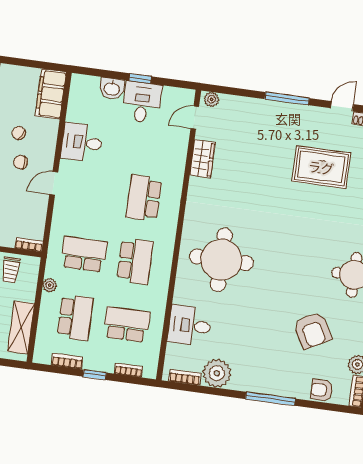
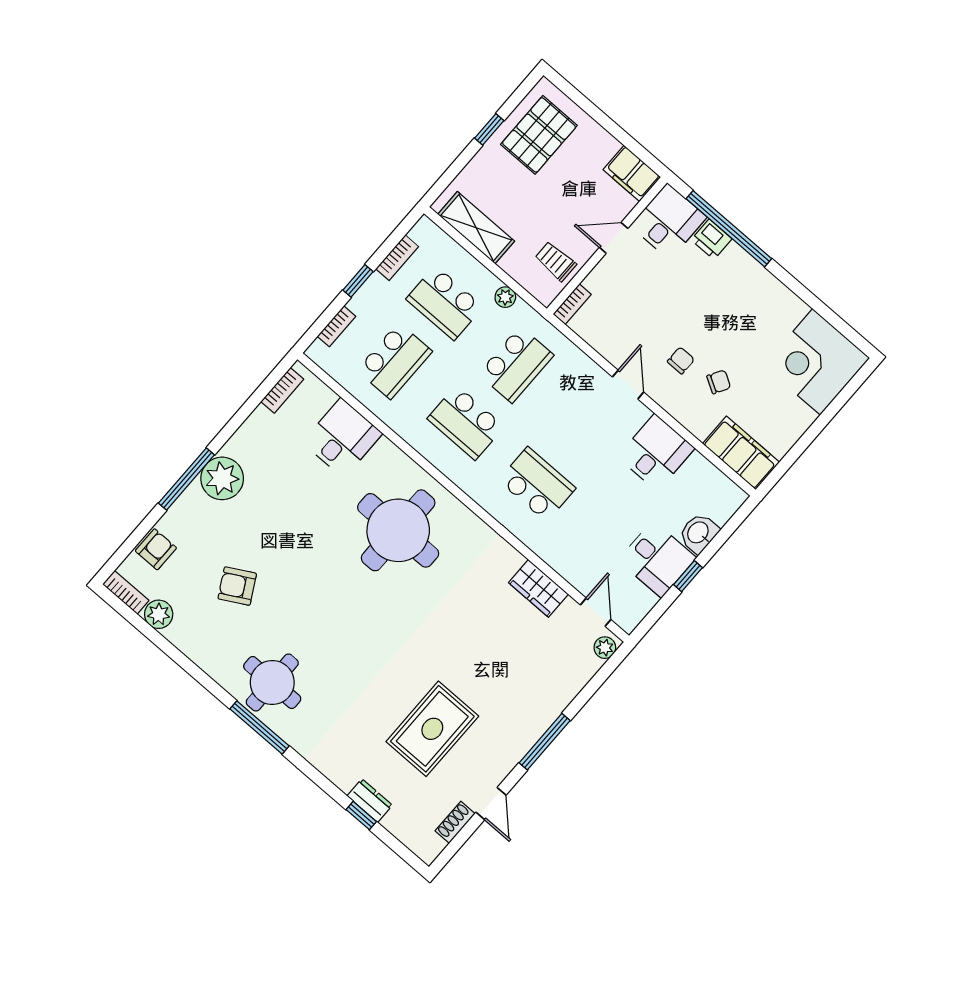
armchair: (312, 330) -> (237, 586), width x0.72, depth x0.72
plant: (217, 373) -> (222, 478), moved

